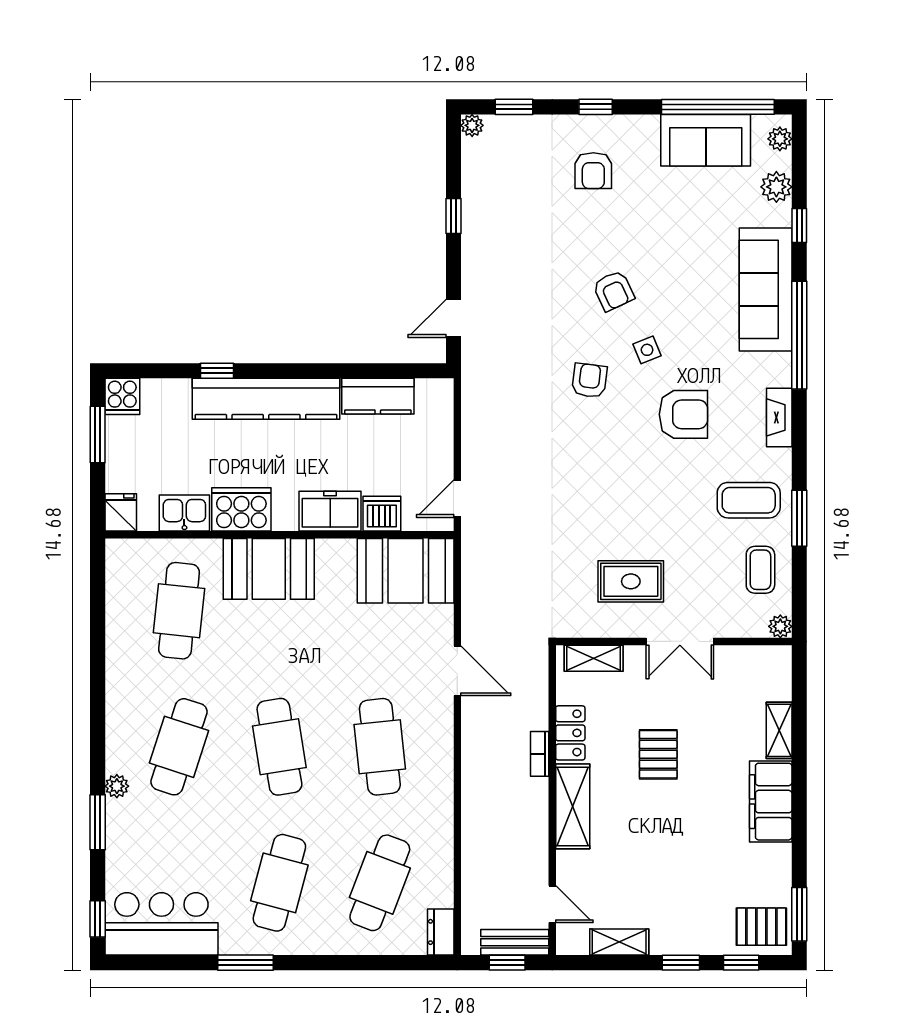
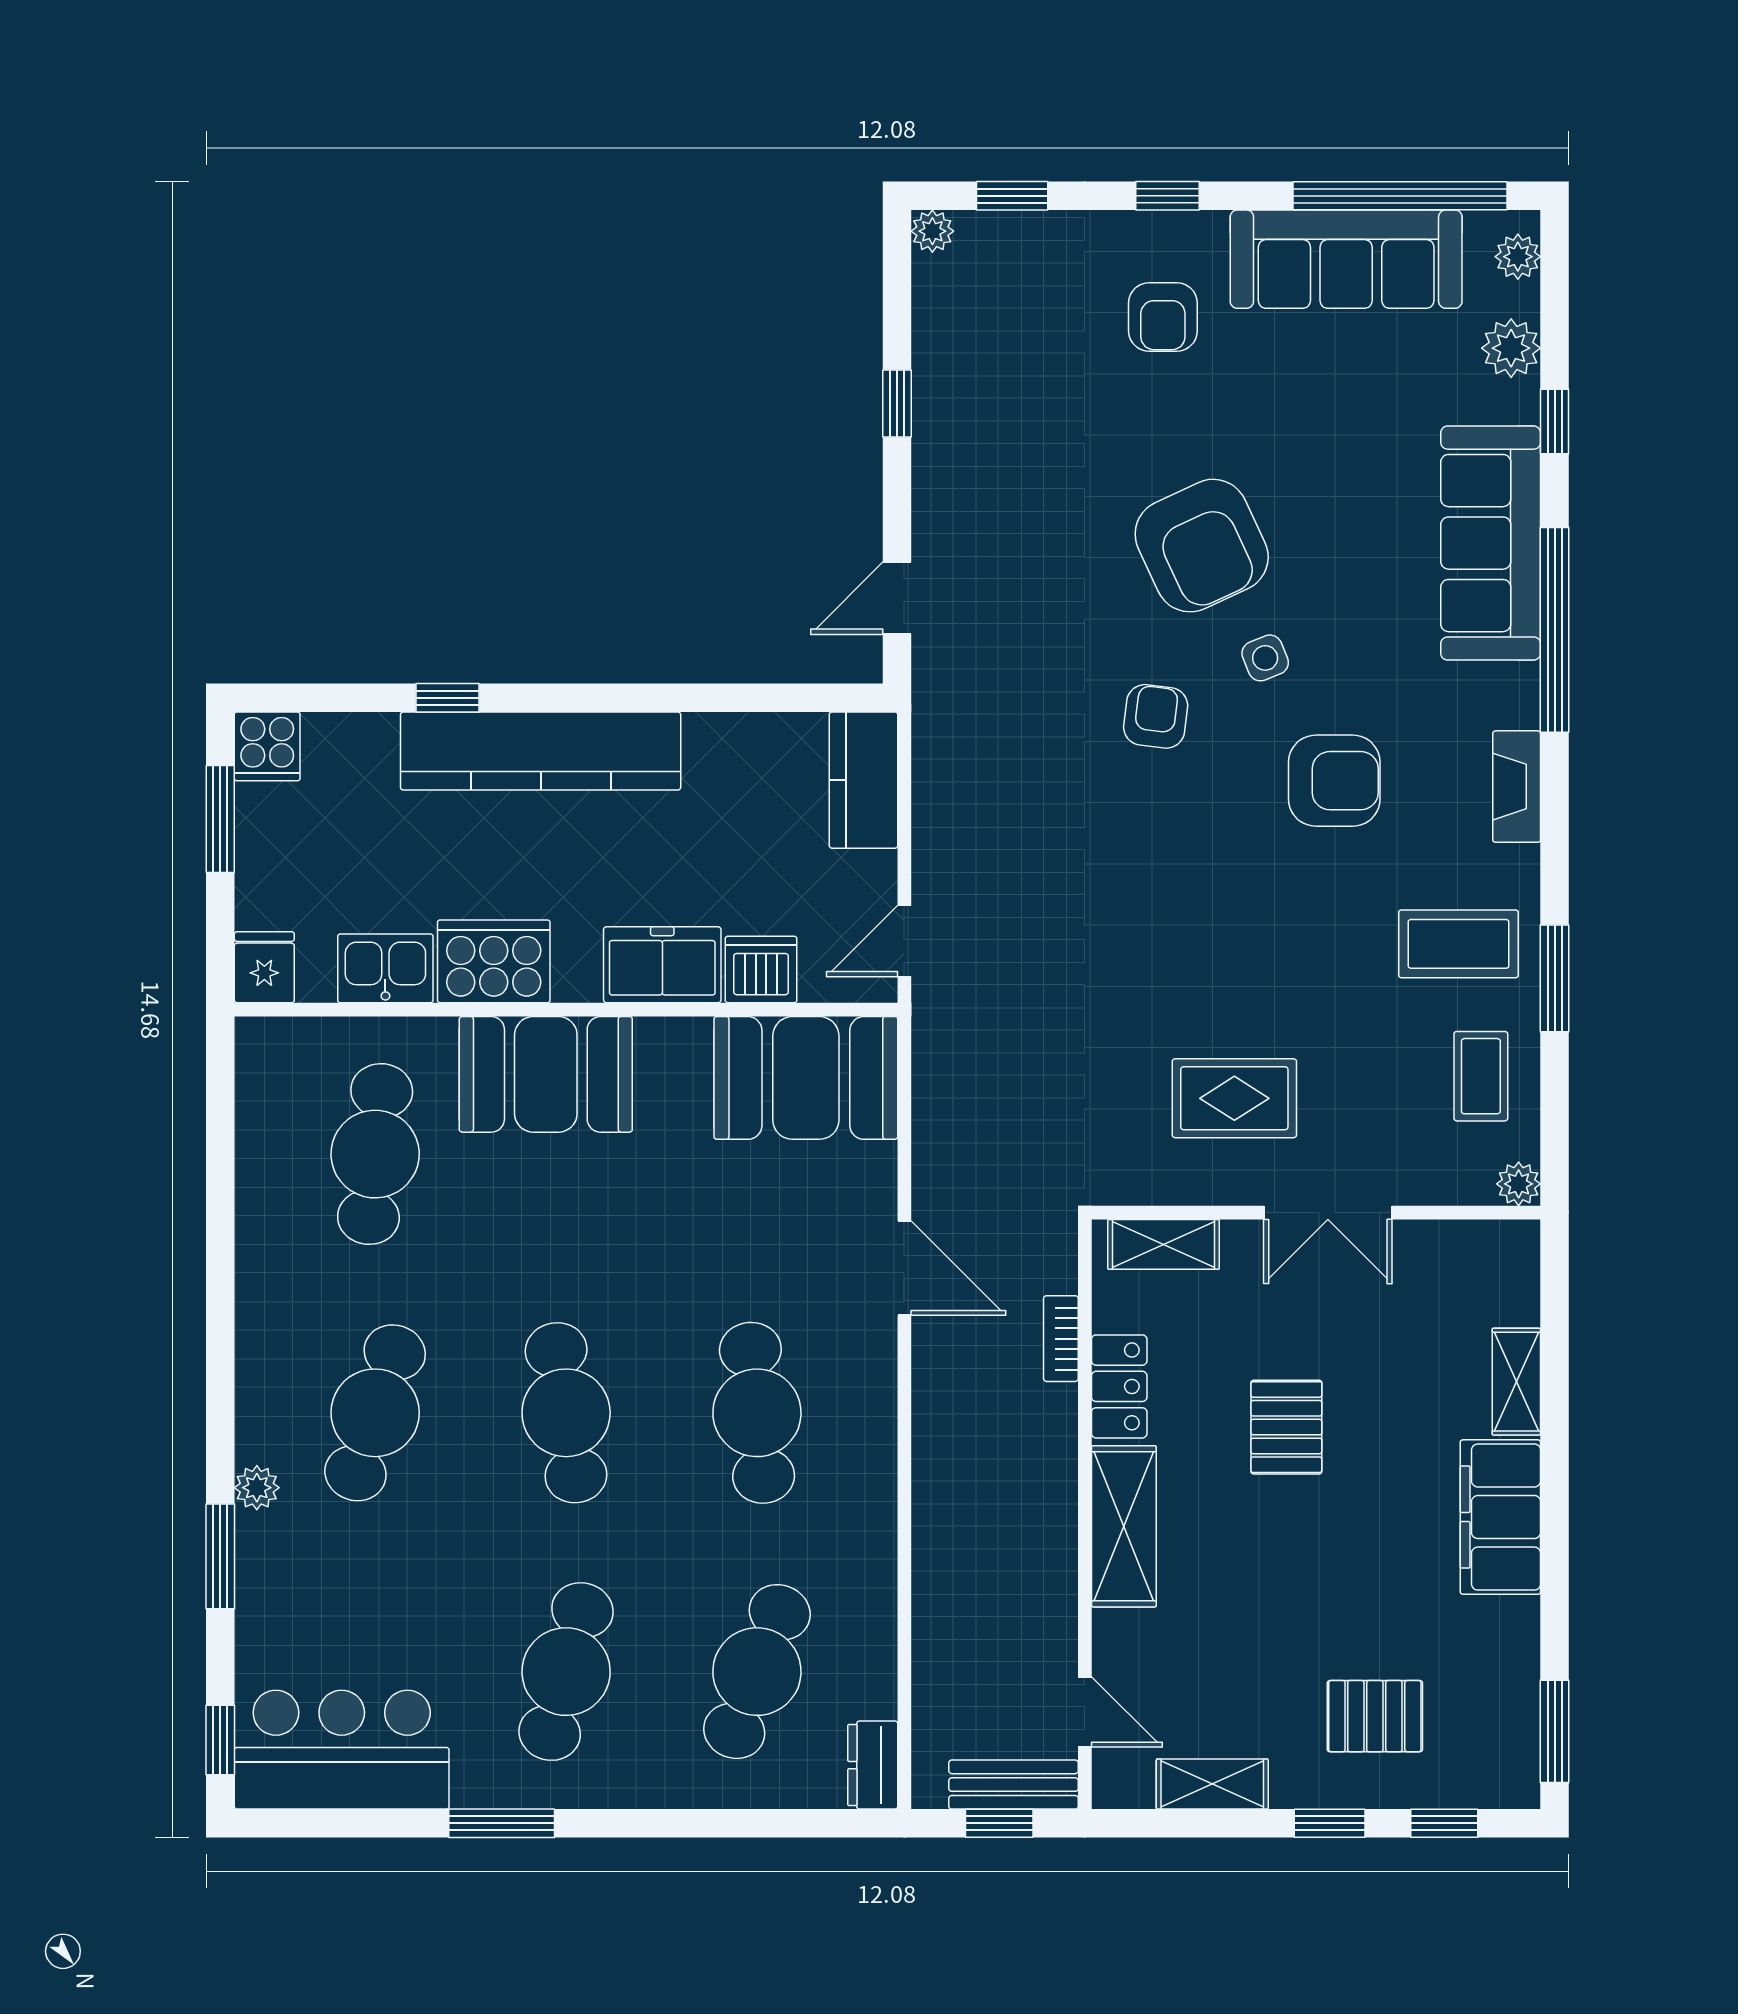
sofa: (706, 140) -> (1346, 259), width x1.36
armchair: (614, 291) -> (1202, 546), width x1.88, depth x1.88
kitchen counter: (378, 396) -> (863, 780), moved, turned 90
bookcase: (540, 754) -> (1061, 1339), moved
pallet: (761, 927) -> (1375, 1716), moved

